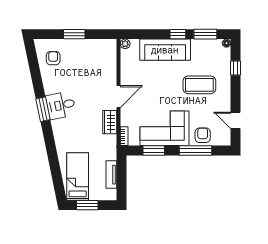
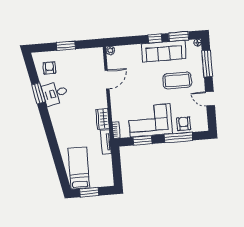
sofa: (165, 50) -> (164, 51), moved
window: (236, 68) -> (207, 64), width x2.17
door: (118, 97) -> (107, 80), moved
desk: (61, 105) -> (55, 93), moved
window: (43, 109) -> (38, 93), moved
door: (236, 120) -> (210, 99), moved
tv unit: (111, 175) -> (106, 142), moved

